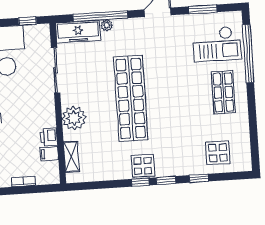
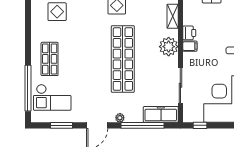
plant: (107, 25) -> (120, 118), moved
checkout: (217, 44) -> (52, 97), turned 180
filing cabinet: (49, 154) -> (190, 46), moved

